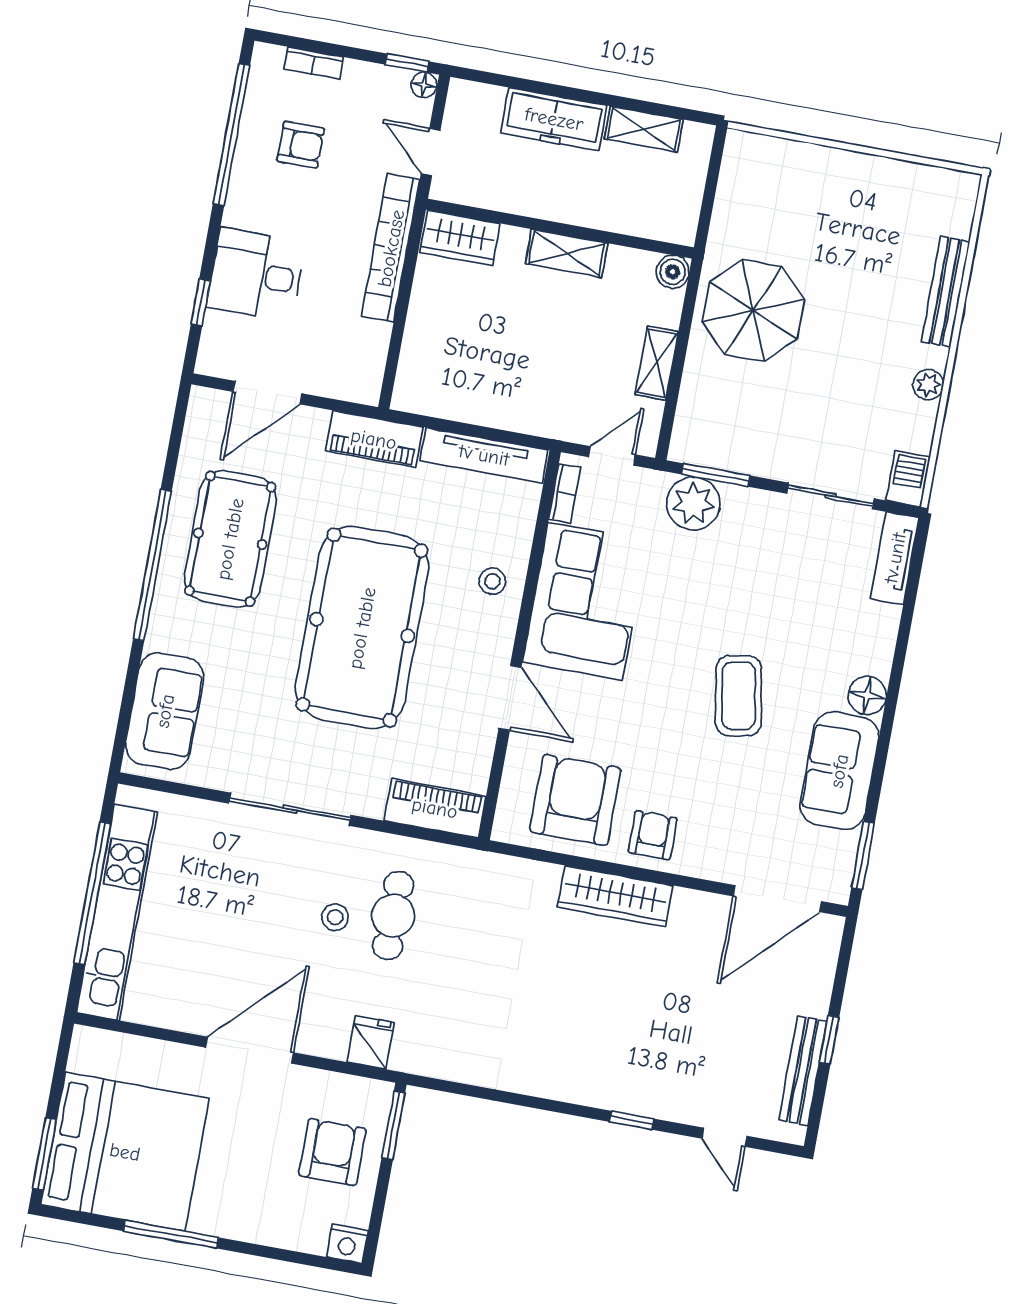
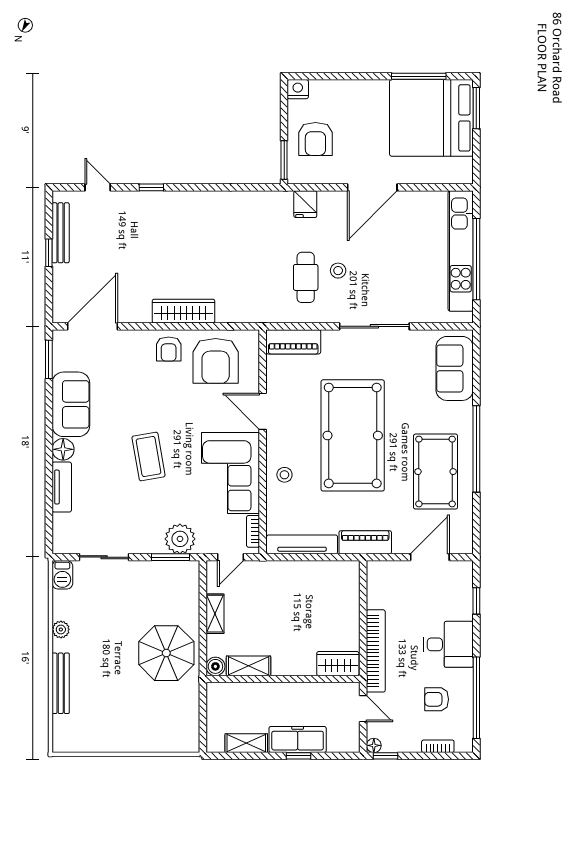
window: (557, 91) -> (299, 756), added
shelving: (567, 253) -> (249, 666), moved
desk: (256, 274) -> (448, 644), moved
tv unit: (895, 558) -> (62, 487), moved
coffee table: (739, 696) -> (149, 456), moved
window: (171, 1234) -> (419, 76), moved

